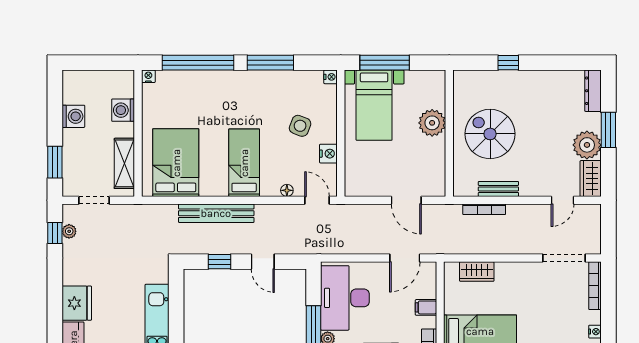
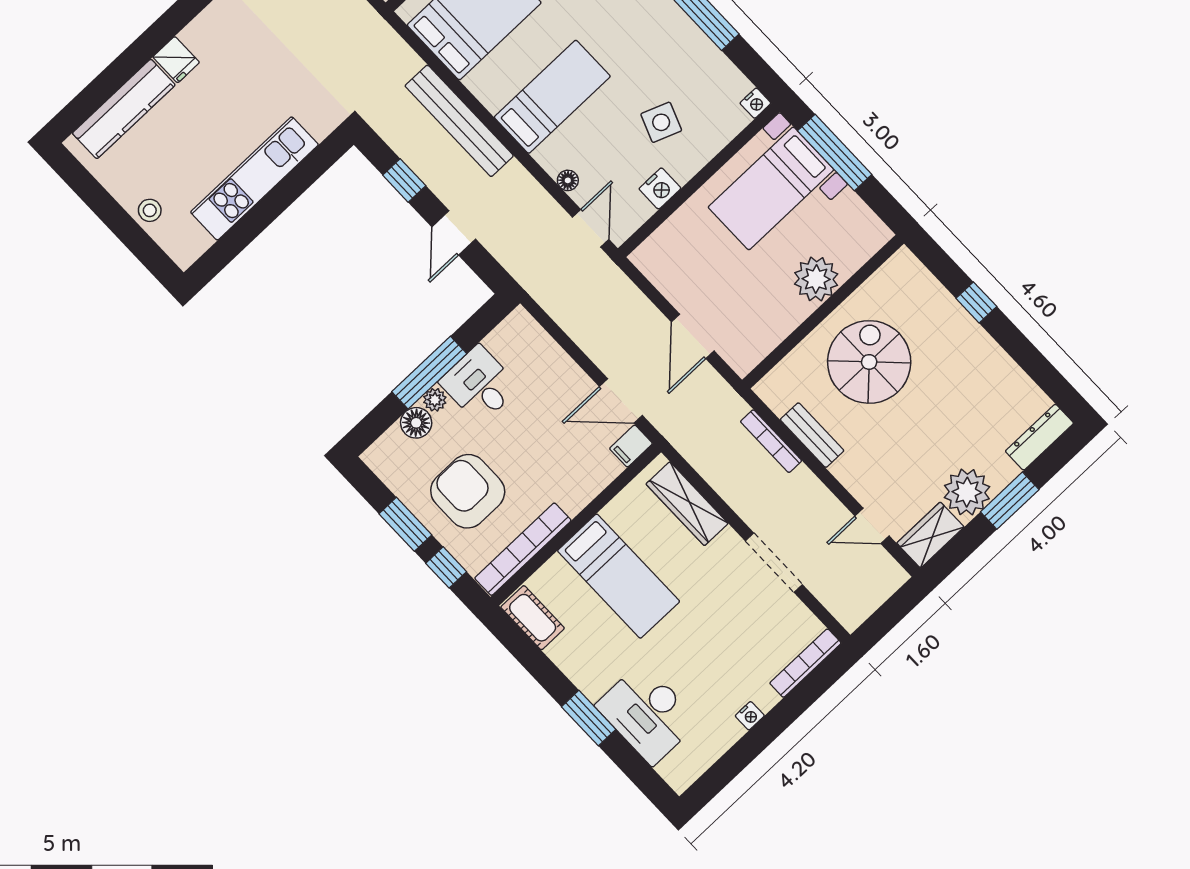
doorway: (564, 258) -> (774, 563), moved
wardrobe: (477, 272) -> (687, 504), width x1.50
desk: (345, 298) -> (479, 385), width x0.53, depth x0.77
fridge: (77, 303) -> (176, 60), width x0.53, depth x0.75
filing cabinet: (426, 307) -> (631, 446), moved, turned -90

